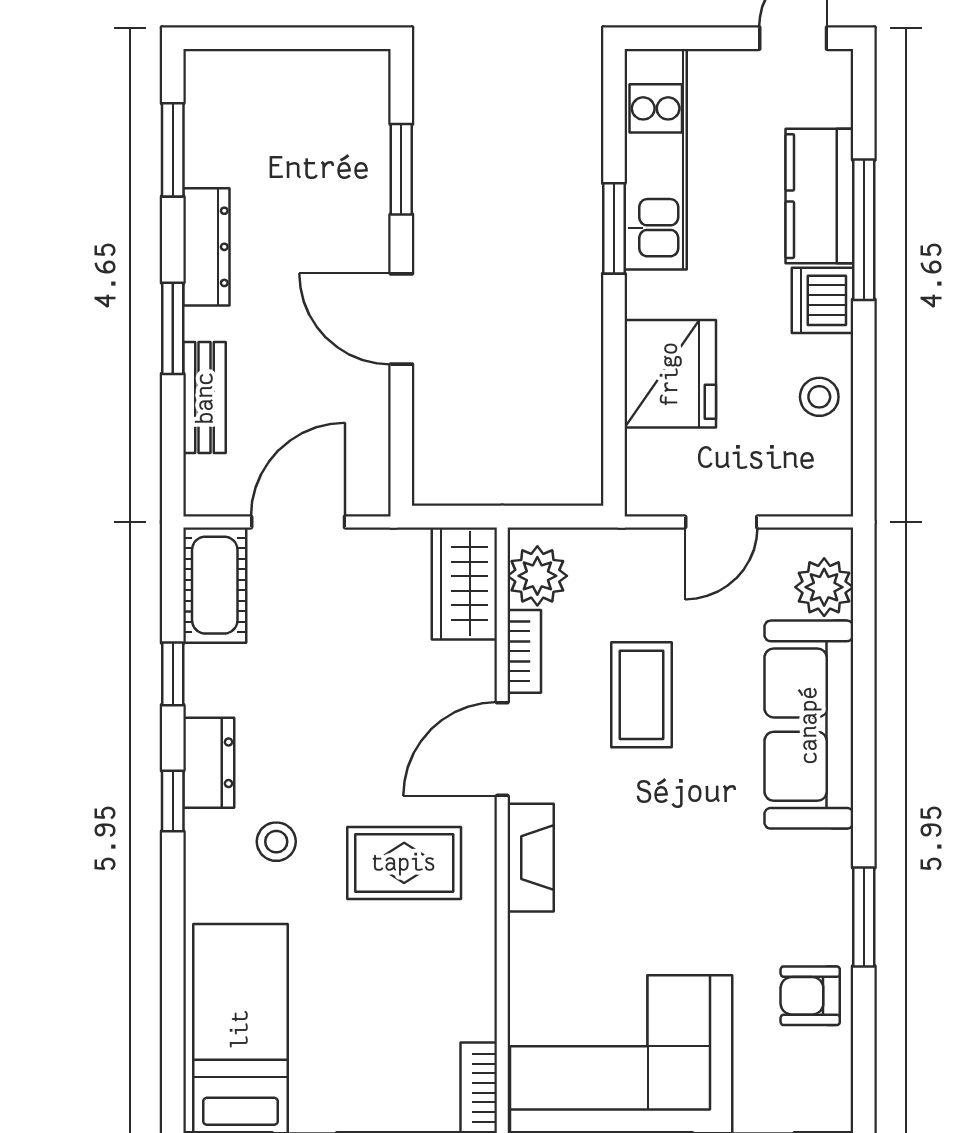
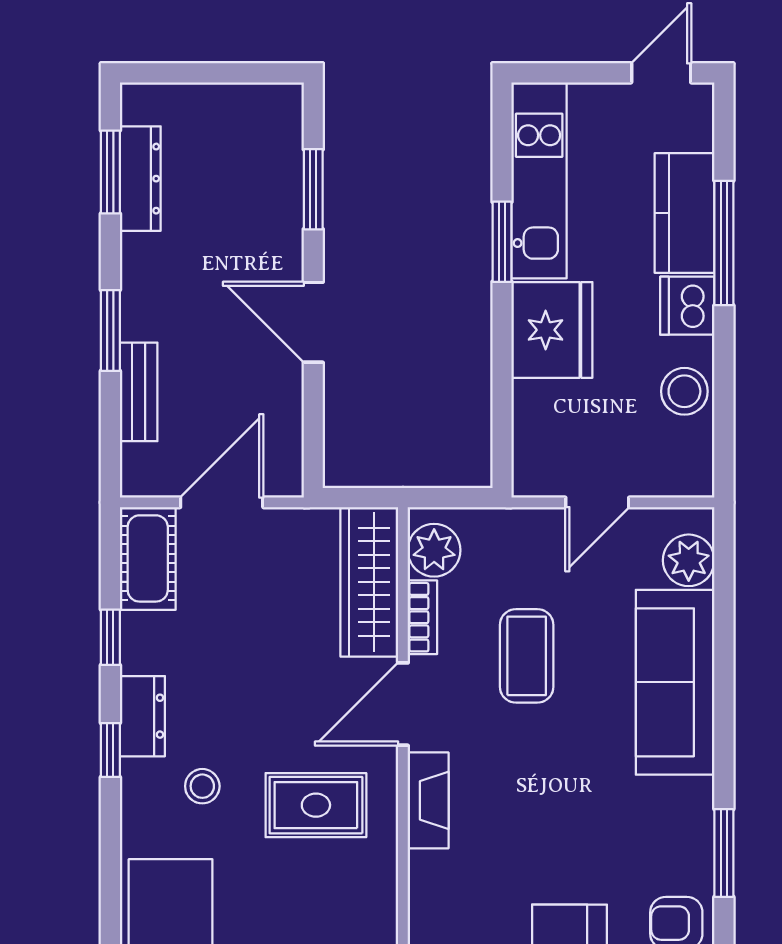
dresser: (206, 247) -> (140, 179), moved
fridge: (670, 374) -> (552, 330), moved
stool: (819, 397) -> (684, 391), width x1.37, depth x1.37
wardrobe: (464, 583) -> (369, 582), width x1.50

